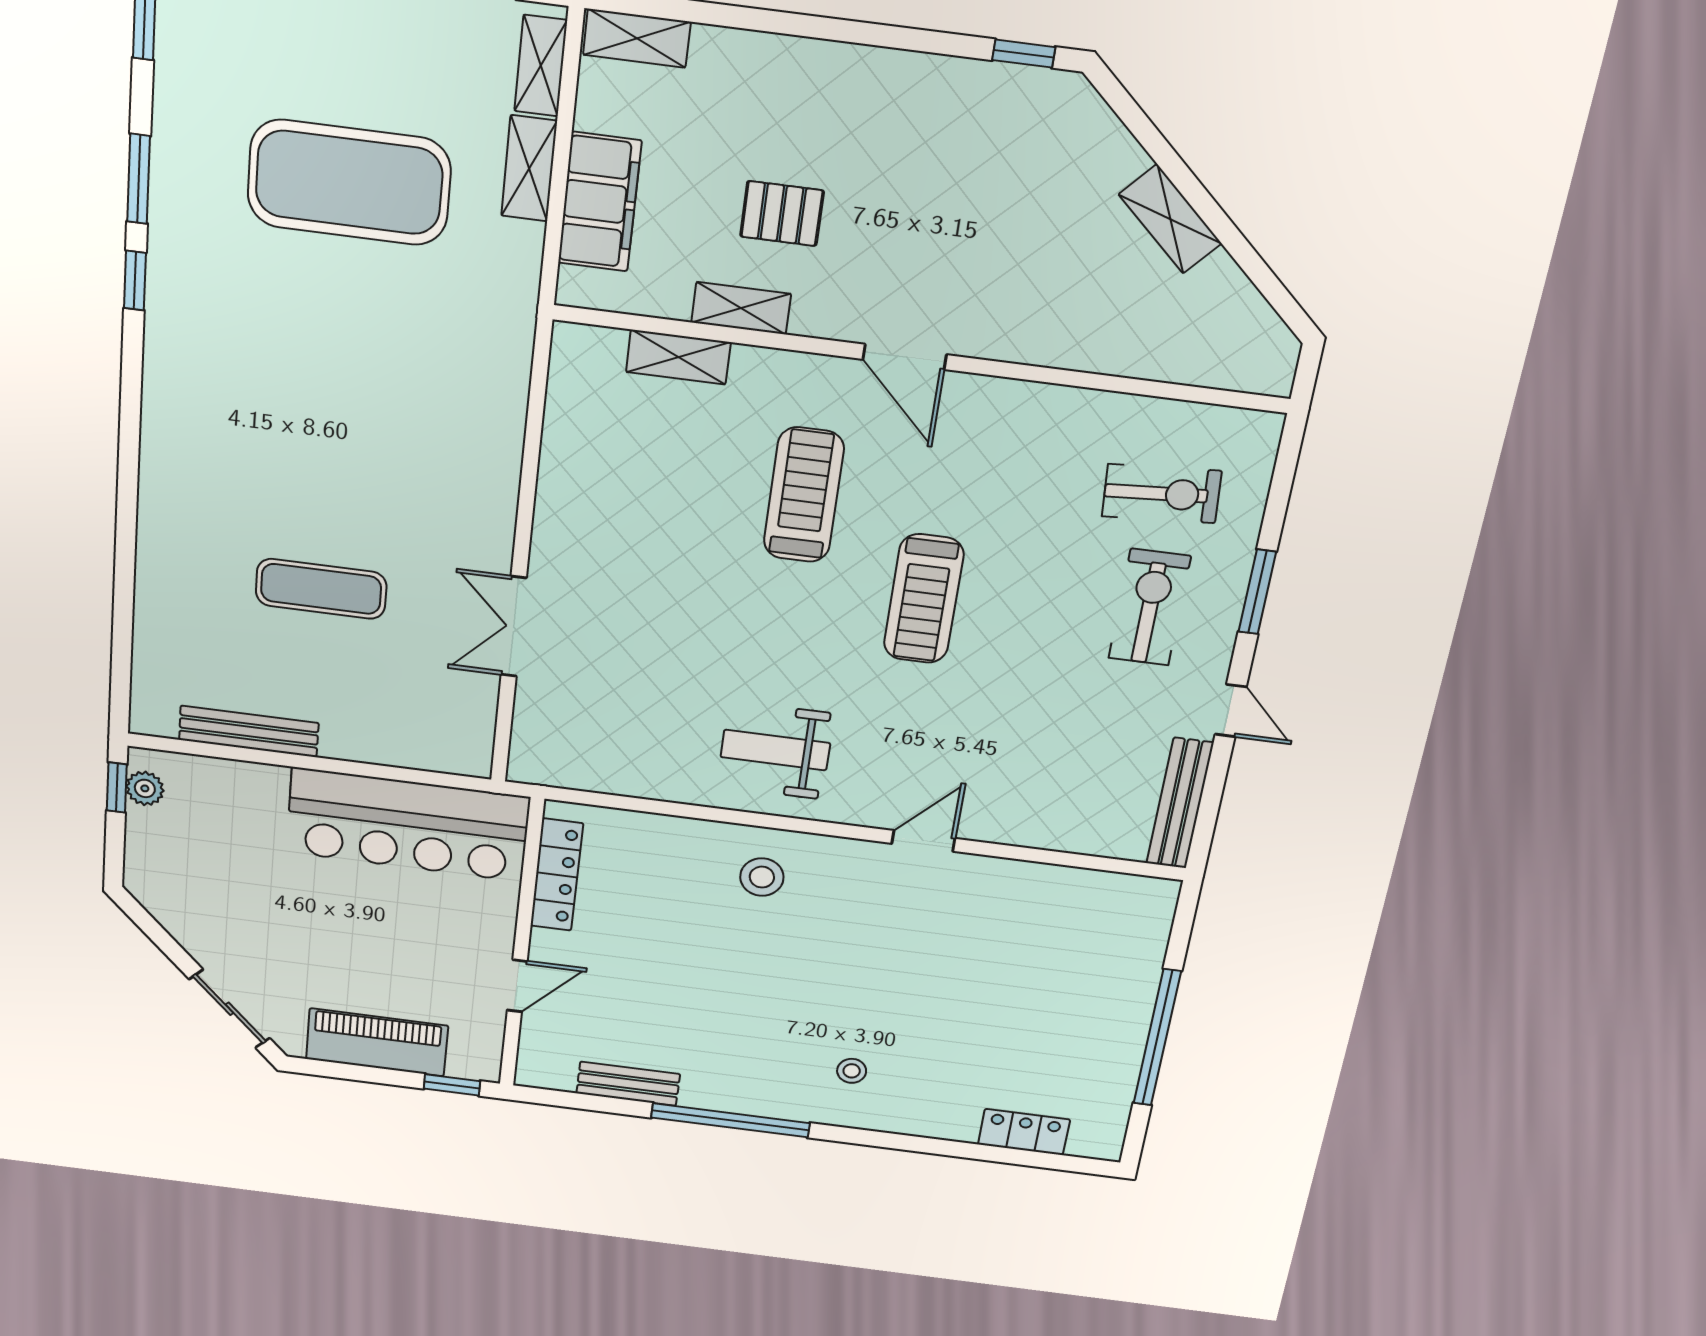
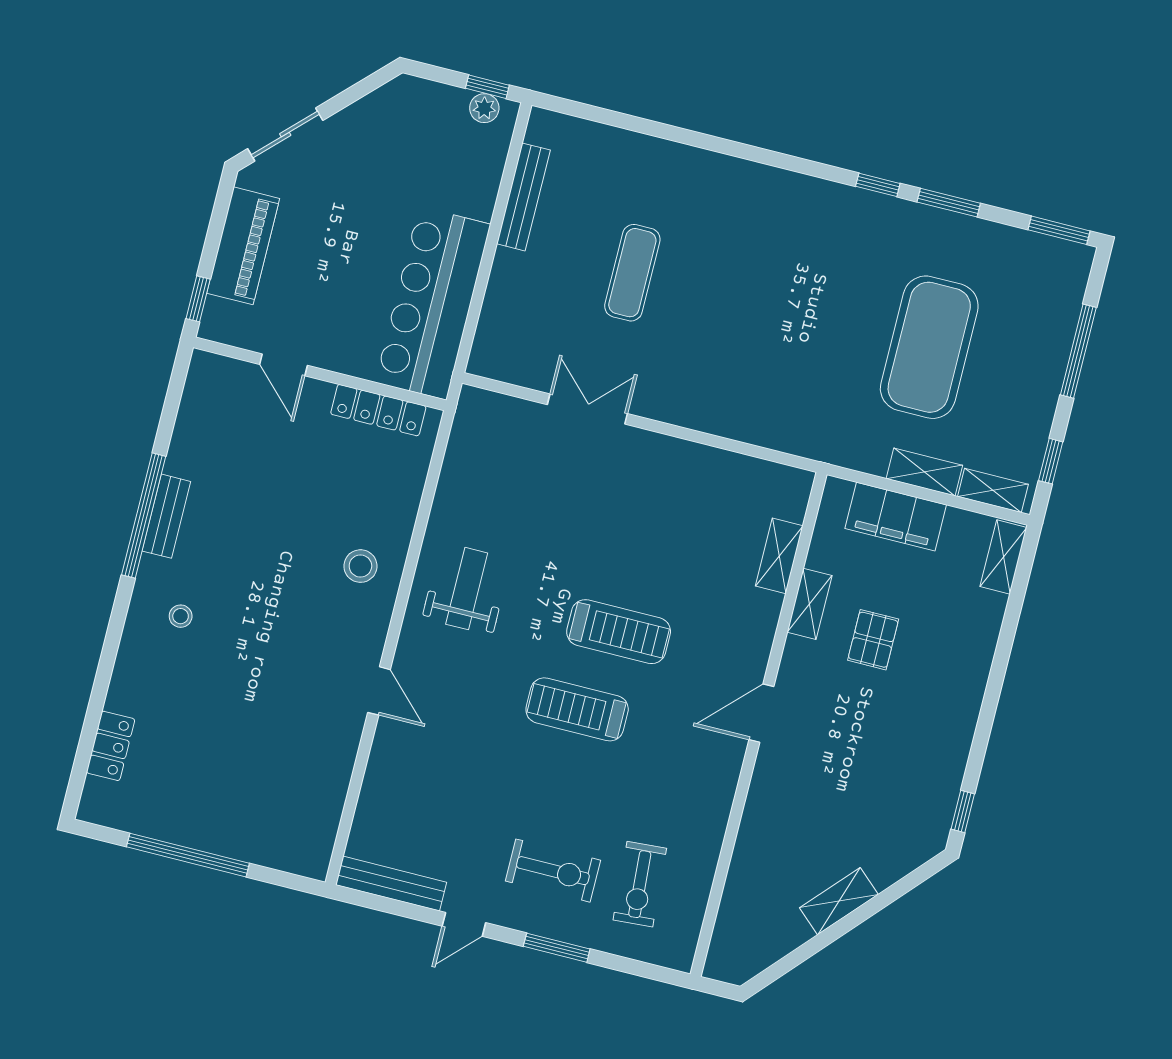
treadmill: (804, 495) -> (619, 632), moved
bench: (628, 1084) -> (166, 516), moved

